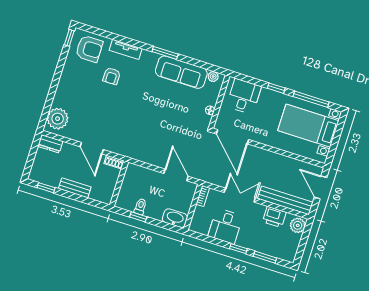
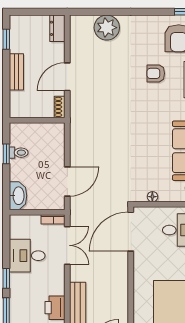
plant: (58, 119) -> (107, 28), moved
double door: (240, 195) -> (67, 245), moved

